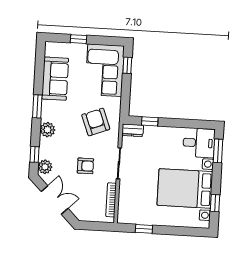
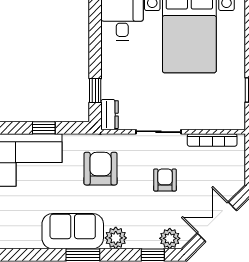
window: (127, 65) -> (44, 128), moved
sofa: (55, 79) -> (73, 231), moved
armchair: (96, 122) -> (101, 169), turned 111

